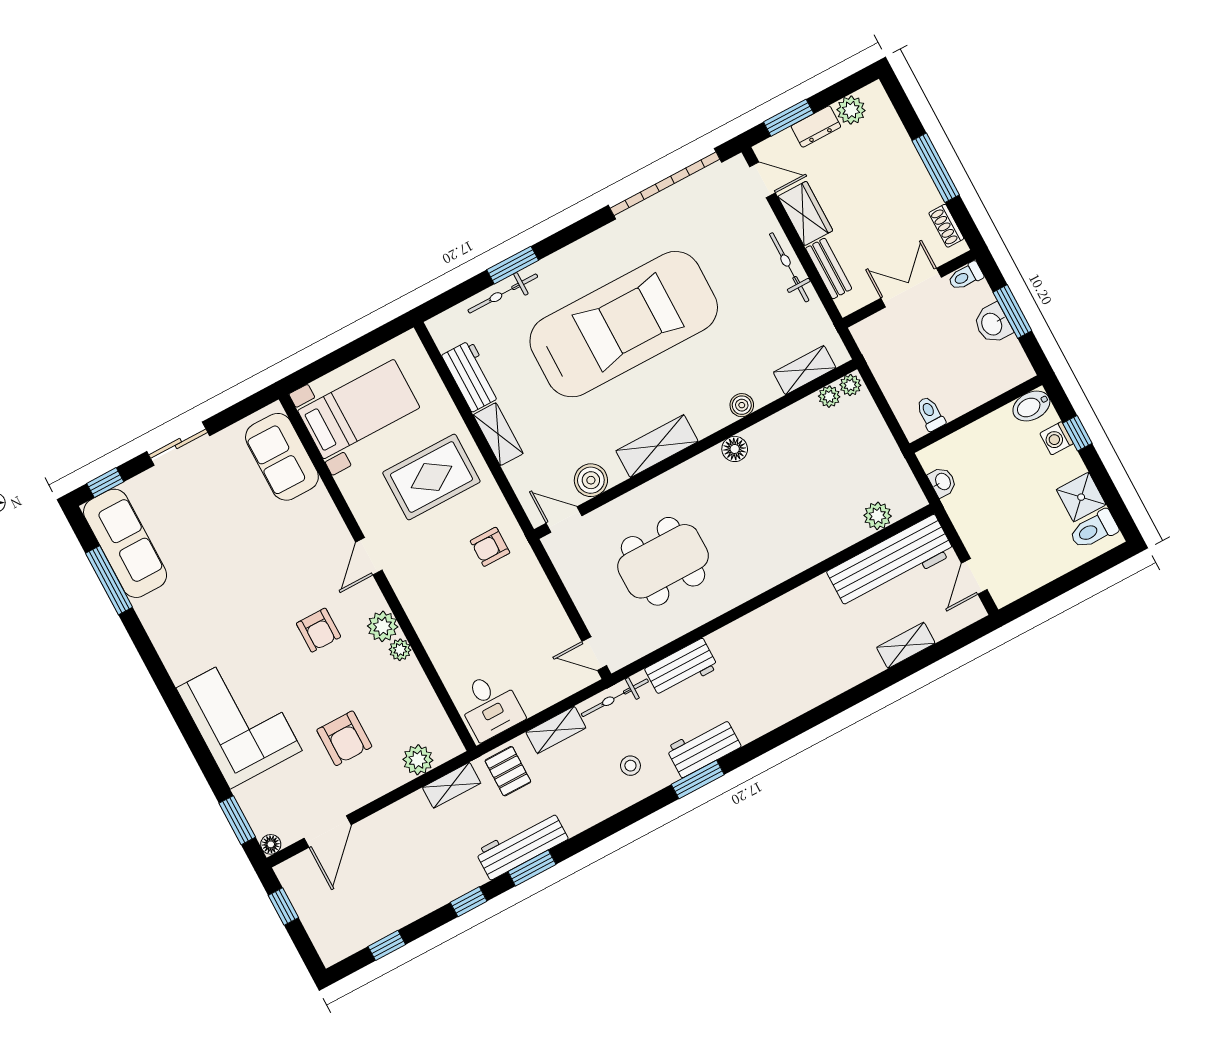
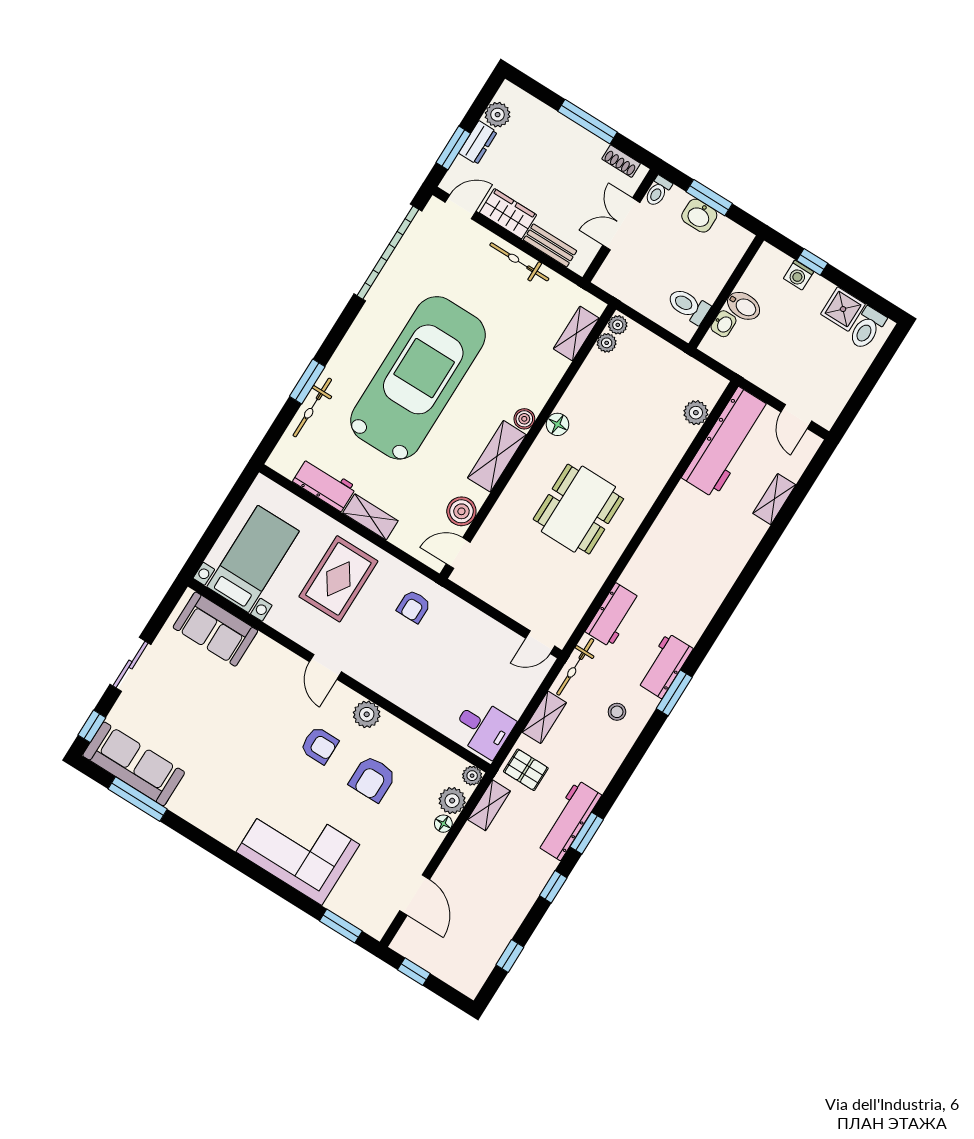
boiler: (742, 405) -> (524, 419), moved
bidet: (1031, 406) -> (744, 306), moved, turned -90
toilet: (930, 414) -> (688, 306), width x1.37, depth x1.39
washbasin: (942, 482) -> (724, 324), moved, turned 90
dining table: (663, 561) -> (578, 509), moved
plant: (400, 650) -> (472, 776), moved
armchair: (344, 738) -> (373, 779), moved, turned 90
floor lamp: (271, 844) -> (443, 824), moved

